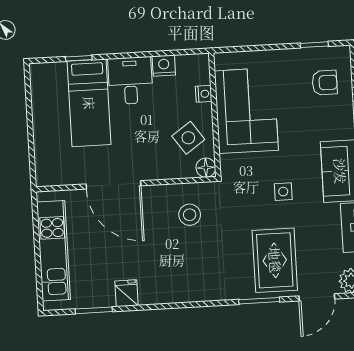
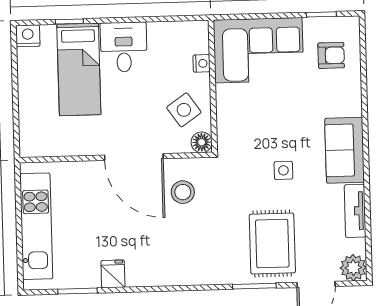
nightstand: (164, 66) -> (28, 36), moved
corner sofa: (246, 111) -> (258, 50), moved, turned 90
door: (113, 185) -> (134, 157), moved

